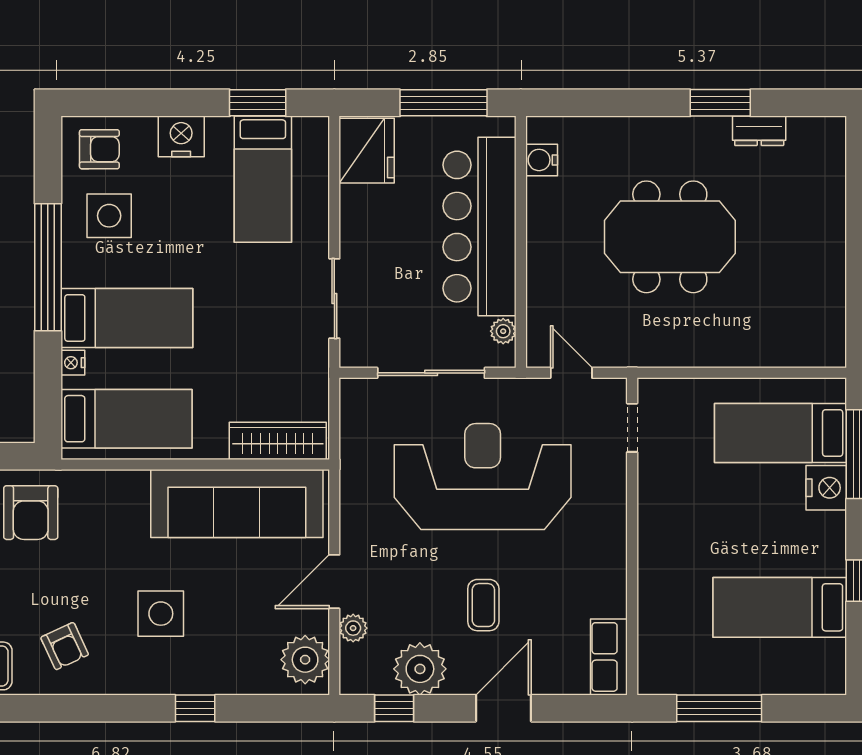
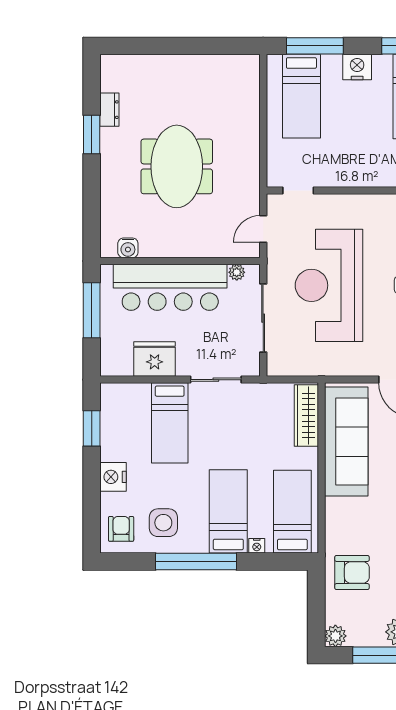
fridge: (367, 151) -> (155, 359), moved
bed: (263, 179) -> (170, 423), moved, turned 90
nightstand: (826, 488) -> (357, 67), moved

